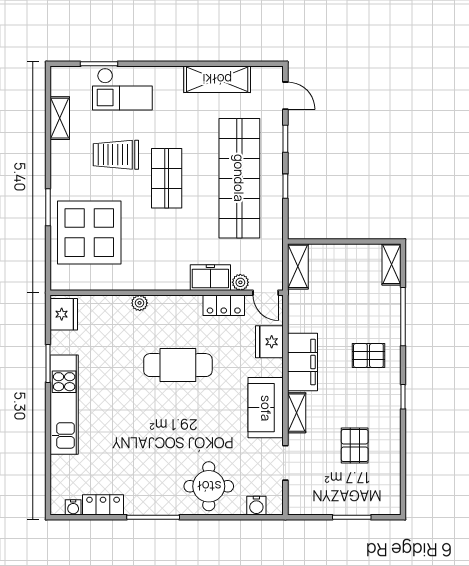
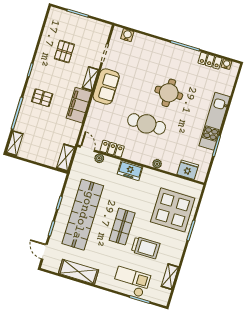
freezer: (210, 278) -> (130, 170), moved
fridge: (64, 314) -> (188, 170), moved, turned 90
fridge: (269, 342) -> (93, 121), removed
round table: (209, 486) -> (169, 93), moved

